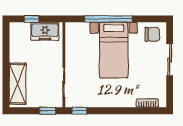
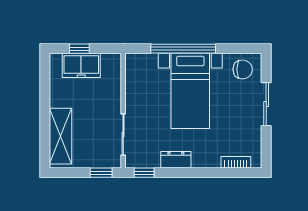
freezer: (45, 31) -> (81, 65), moved
dresser: (103, 101) -> (176, 160), added

